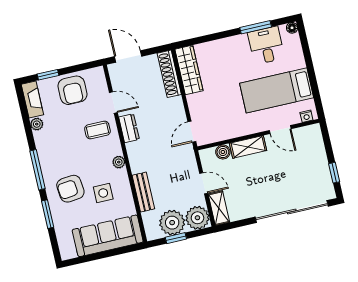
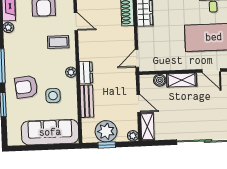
dresser: (129, 128) -> (86, 73), moved
plant: (197, 218) -> (133, 136), width x0.53, depth x0.53

